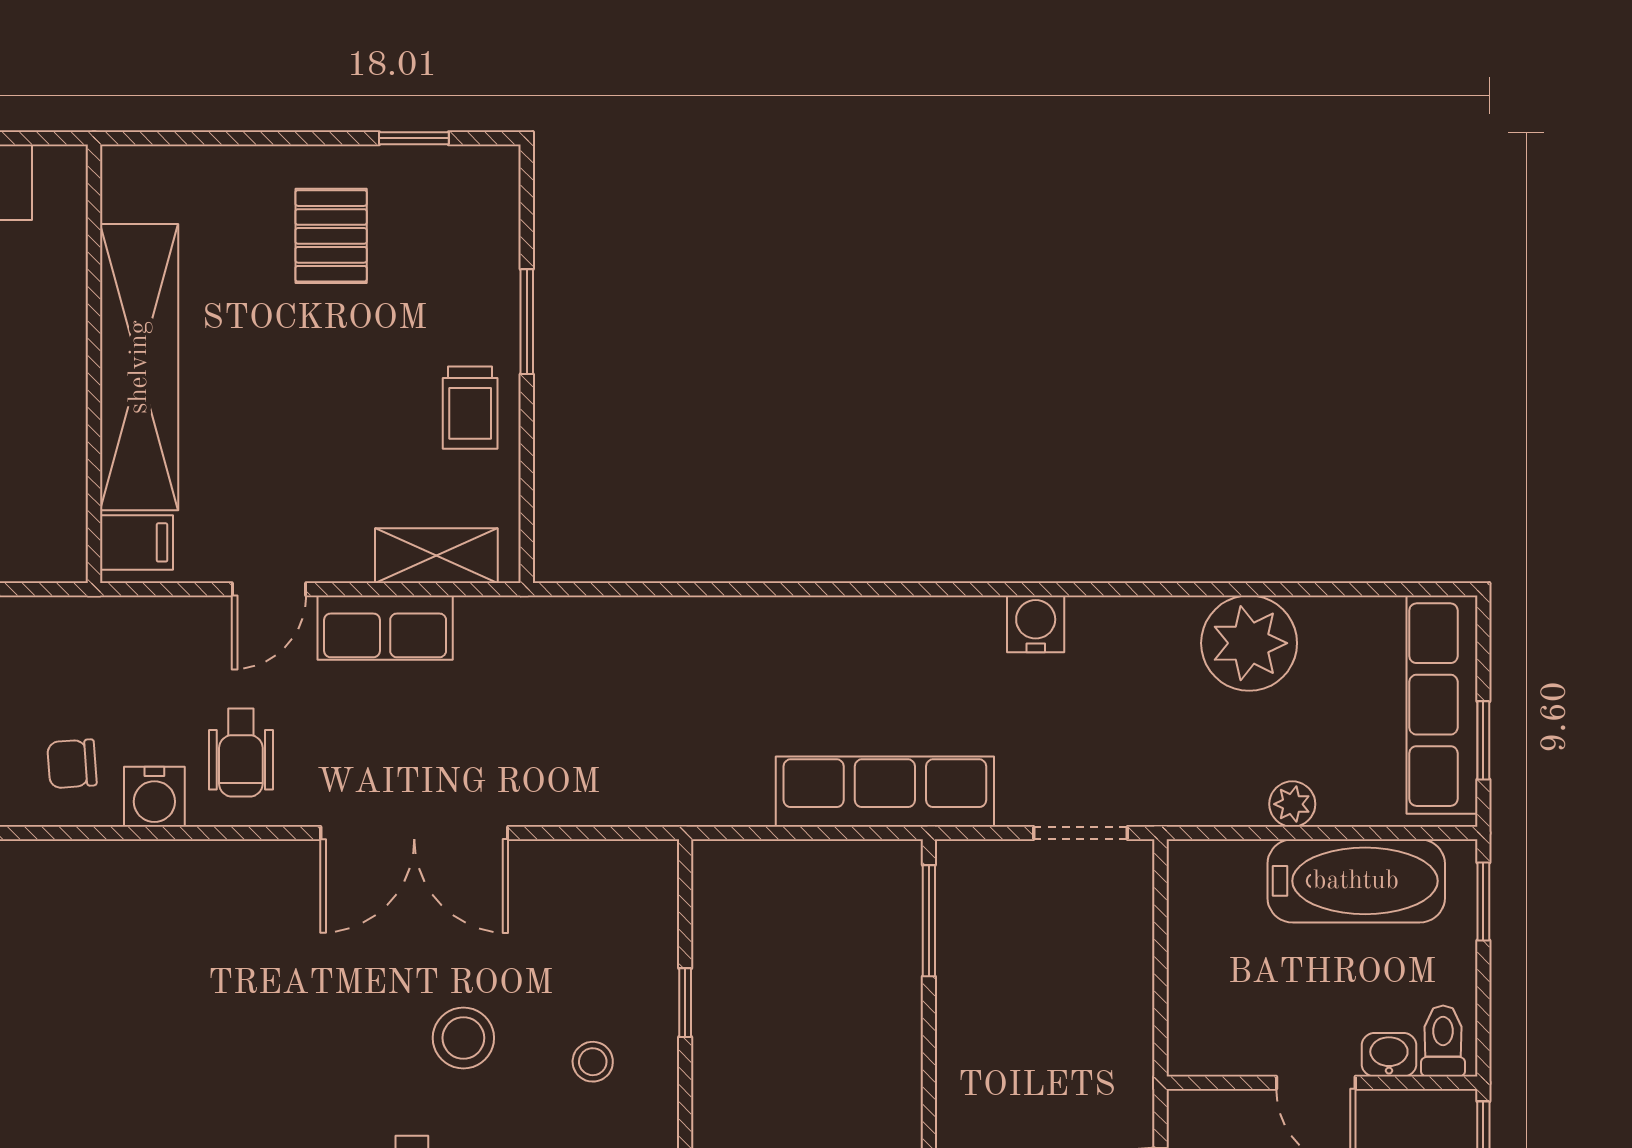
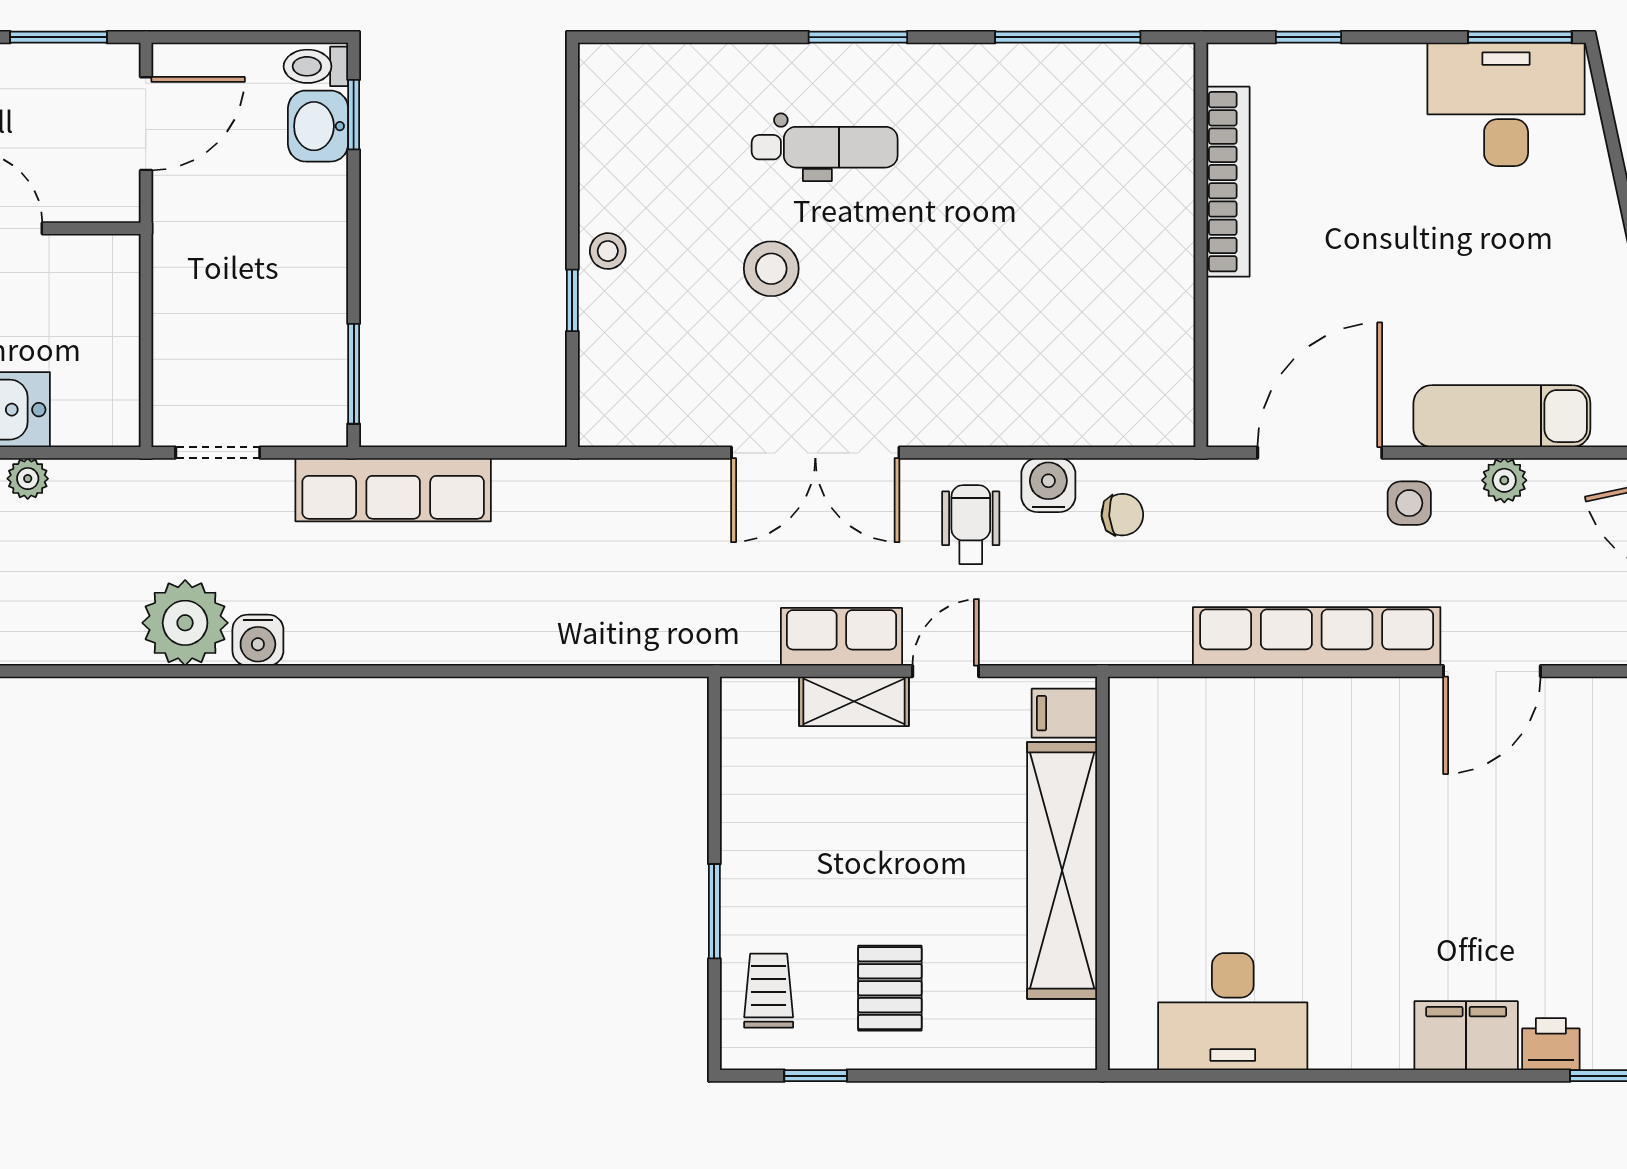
trolley: (470, 408) -> (769, 991), moved
shelving: (436, 556) -> (854, 701), moved
plant: (1249, 643) -> (185, 623), moved
double door: (414, 833) -> (815, 453), swing flipped
stool: (593, 1062) -> (608, 251), moved

